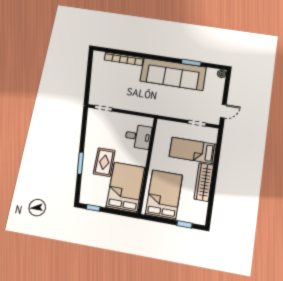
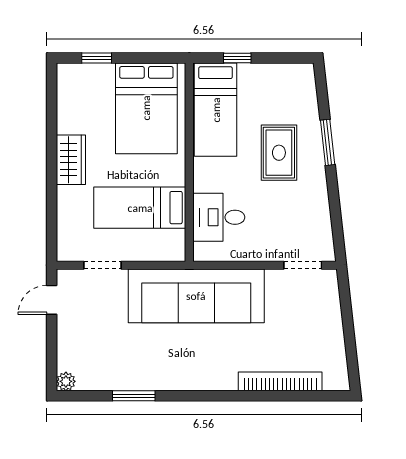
sofa: (173, 74) -> (196, 296), moved, turned 180
bed: (193, 150) -> (140, 208), moved, turned 180
wardrobe: (204, 182) -> (71, 160), width x0.67
bed: (125, 187) -> (216, 110), width x0.67
window: (93, 208) -> (237, 58), moved

